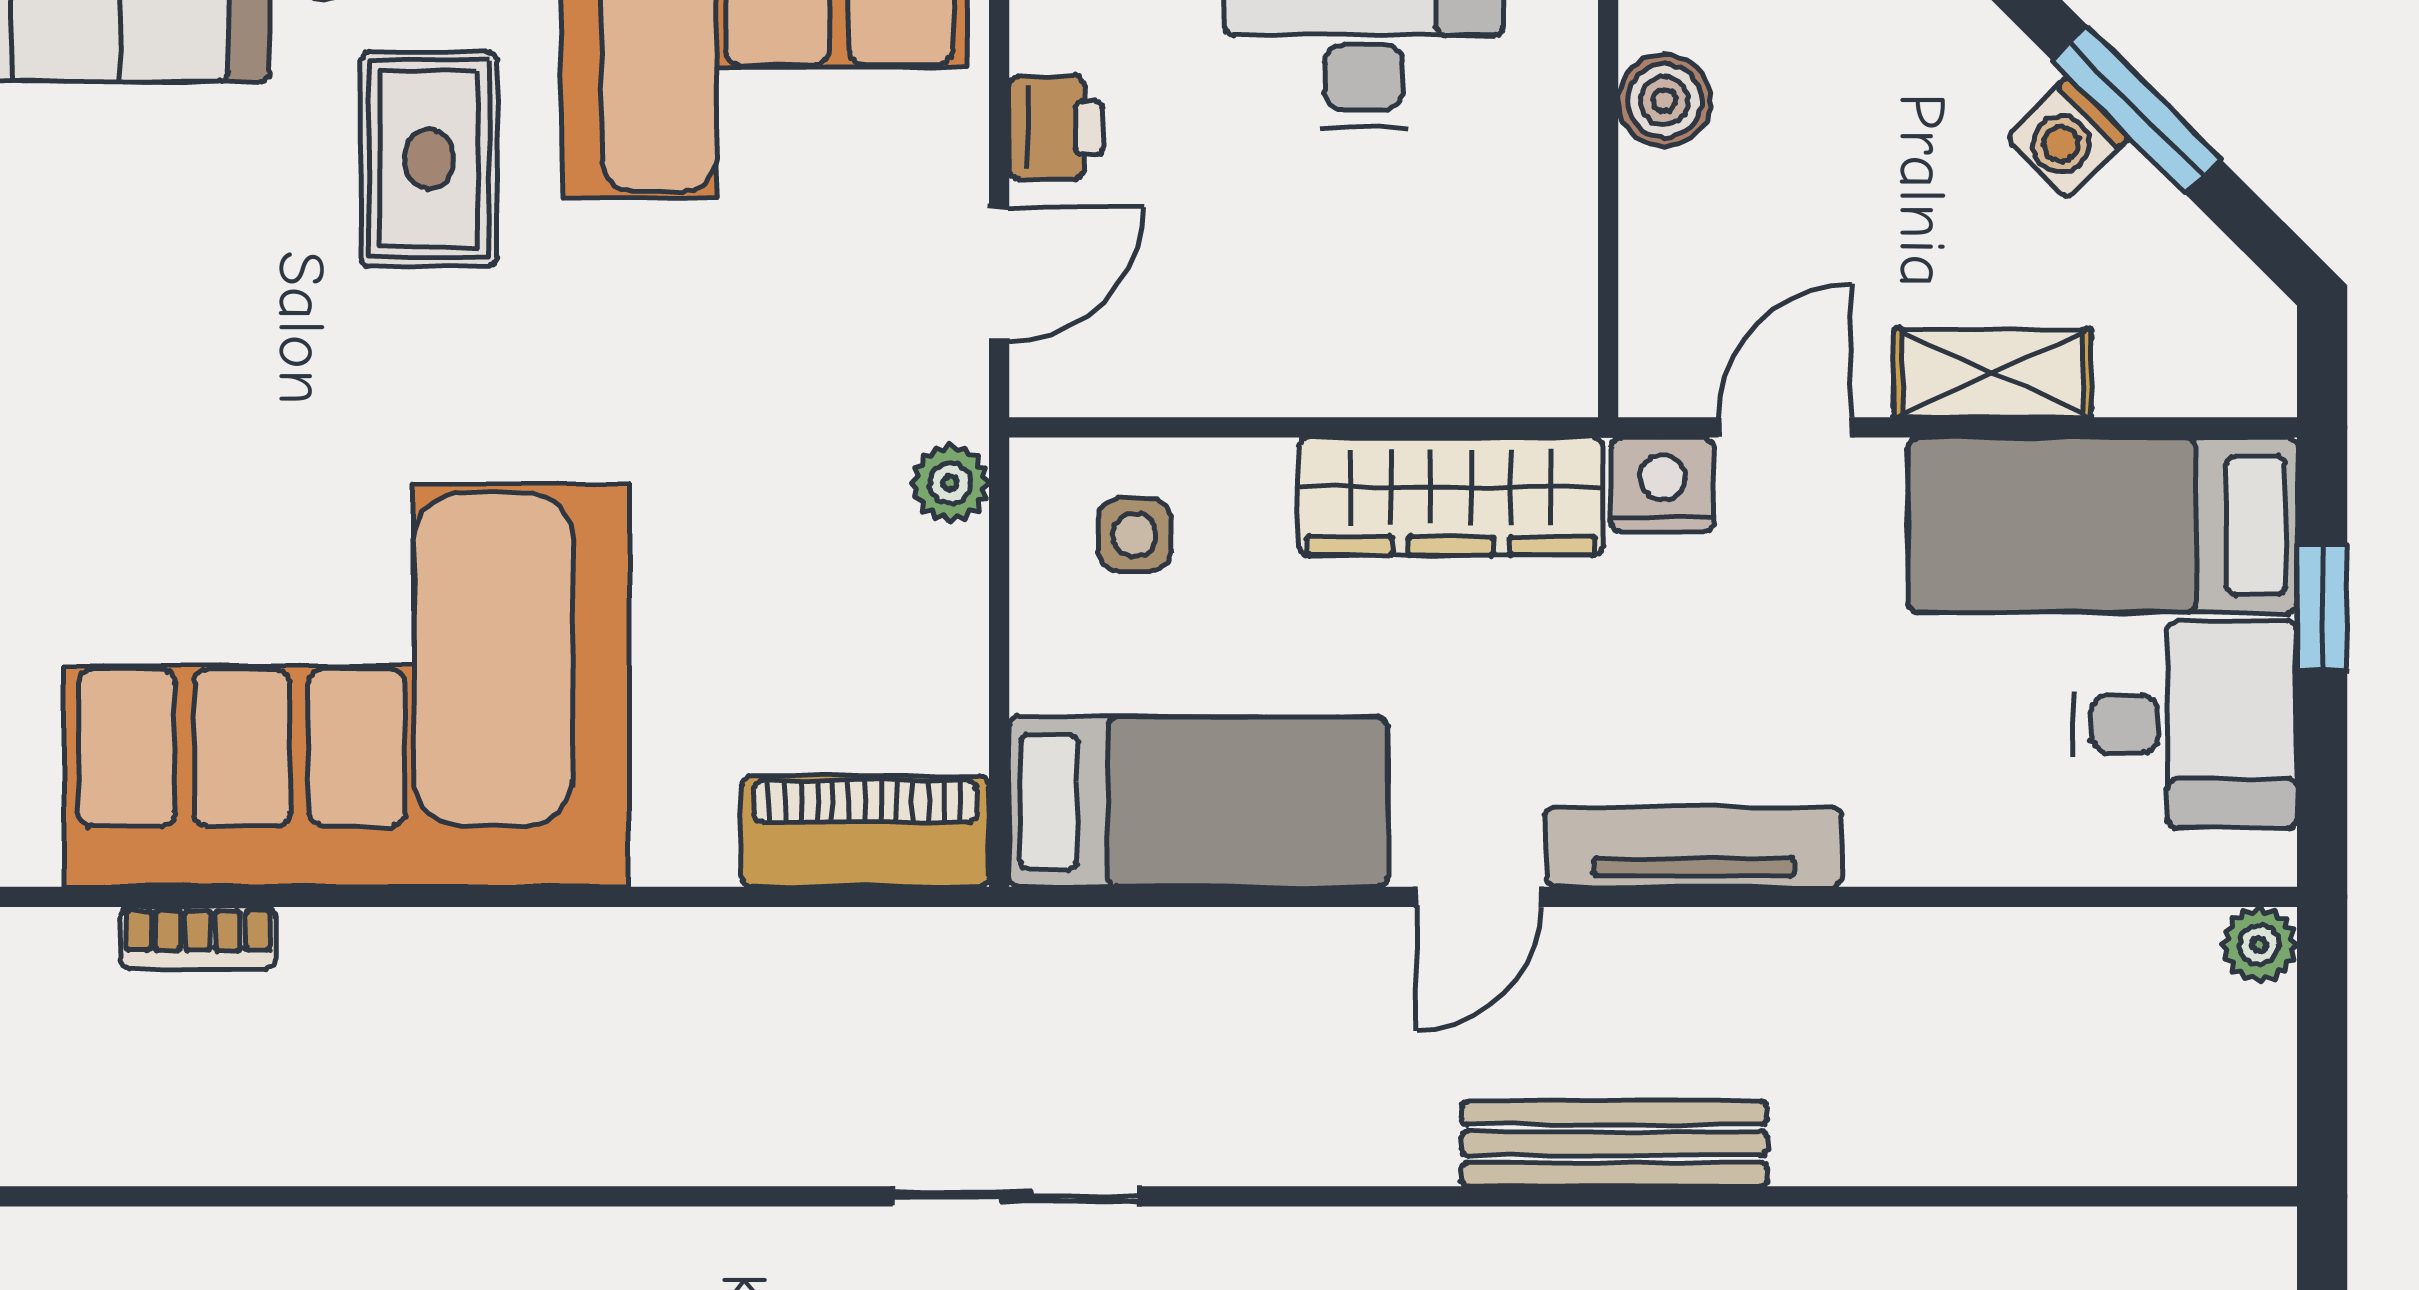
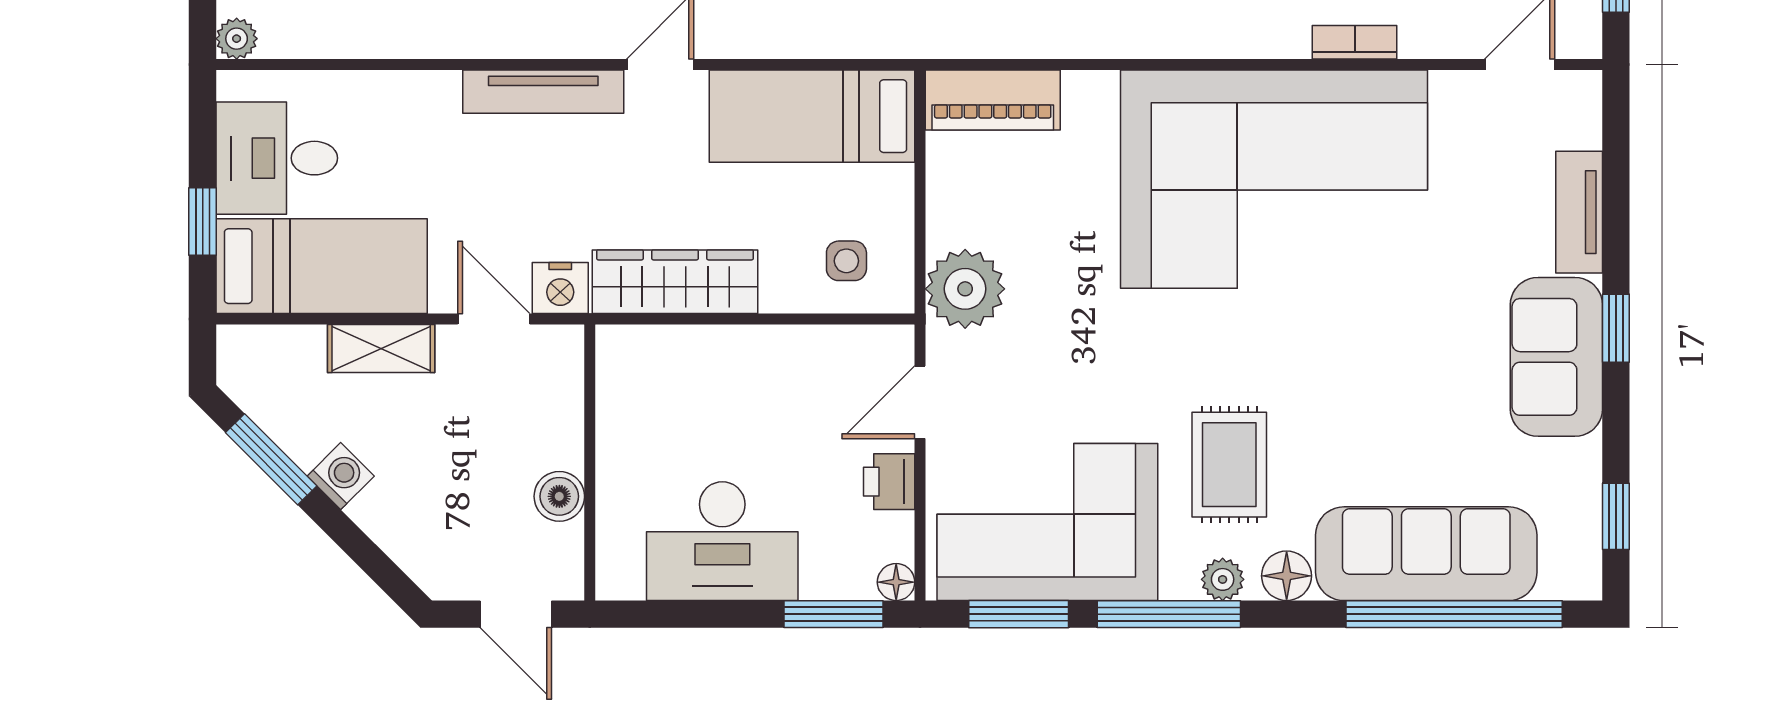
window: (2136, 110) -> (271, 459), moved
door: (1785, 427) -> (494, 319), swing flipped
plant: (950, 483) -> (965, 289), width x1.88, depth x1.88

